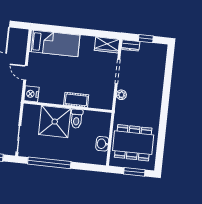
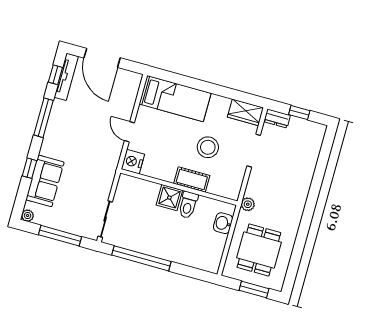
stool: (84, 75) -> (208, 147), added
plant: (121, 95) -> (248, 204), moved
shower: (55, 122) -> (169, 198), width x0.54, depth x0.54
dining table: (133, 143) -> (259, 250), width x0.73
washbasin: (102, 144) -> (223, 223), moved

